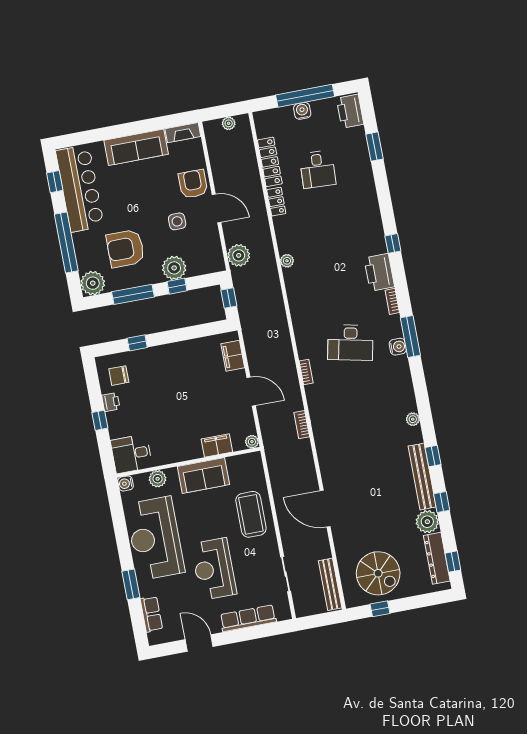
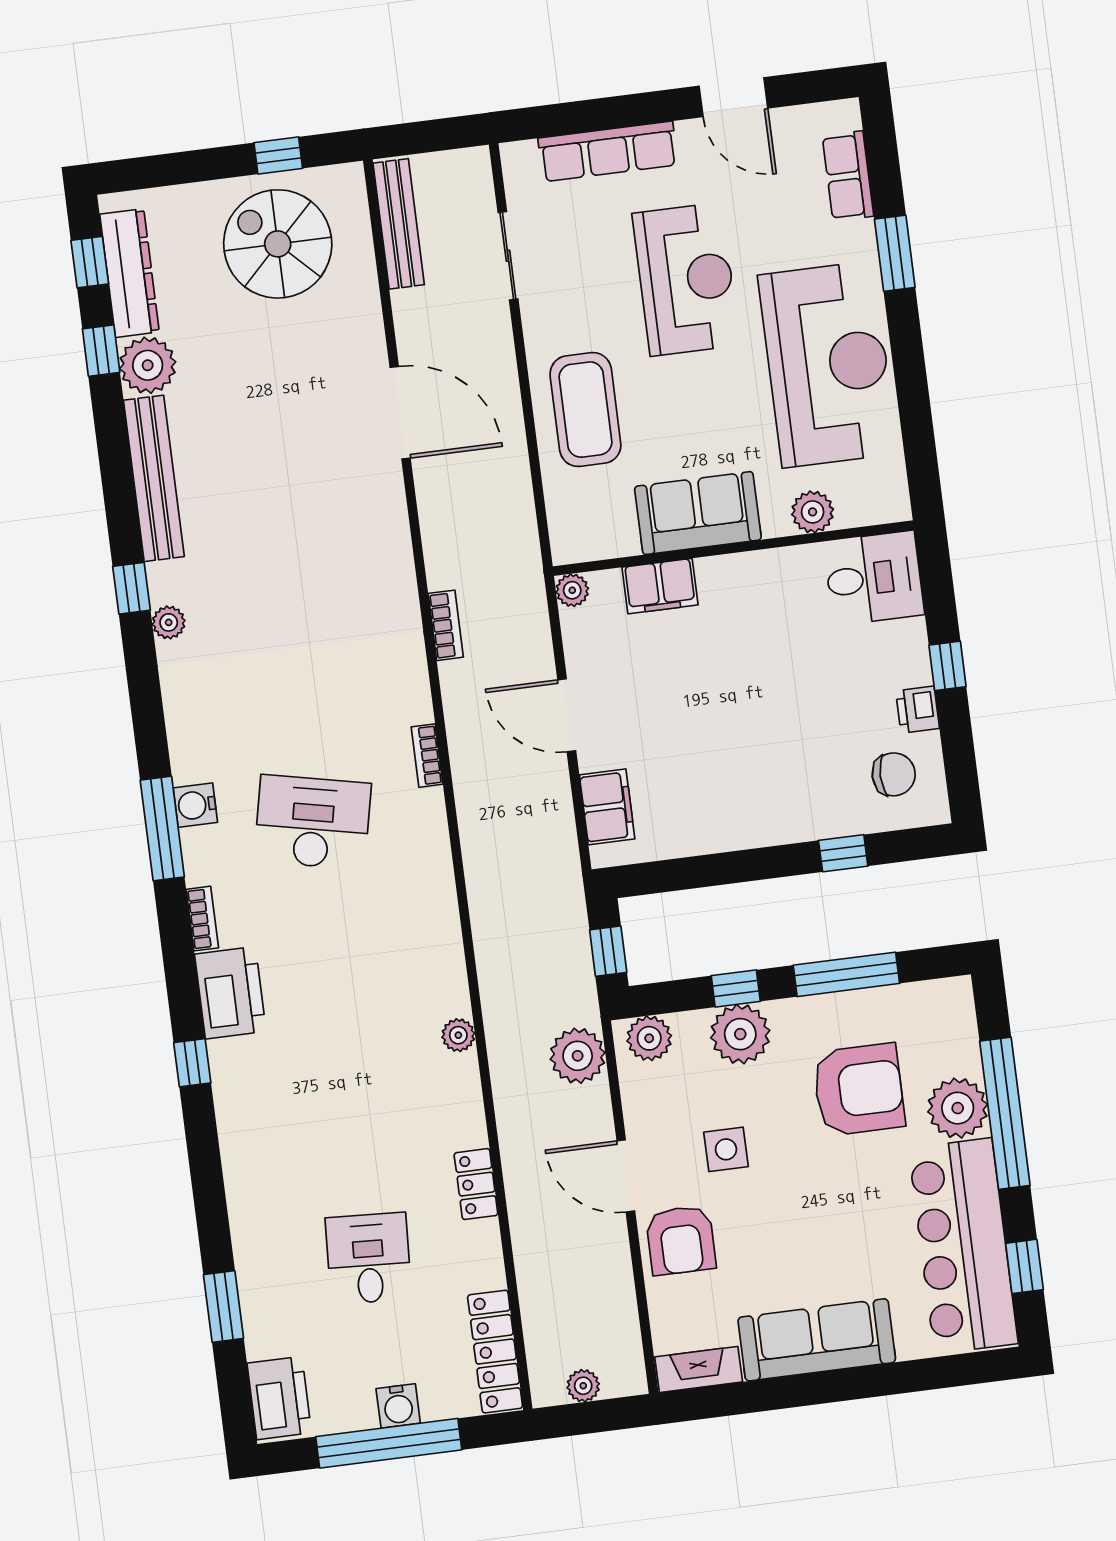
locker: (270, 162) -> (495, 1352), moved
plant: (210, 264) -> (649, 1038), added
plant: (93, 283) -> (958, 1108), moved
window: (433, 456) -> (132, 588), moved
water cooler: (126, 483) -> (893, 505), removed
window: (442, 502) -> (101, 351), moved

